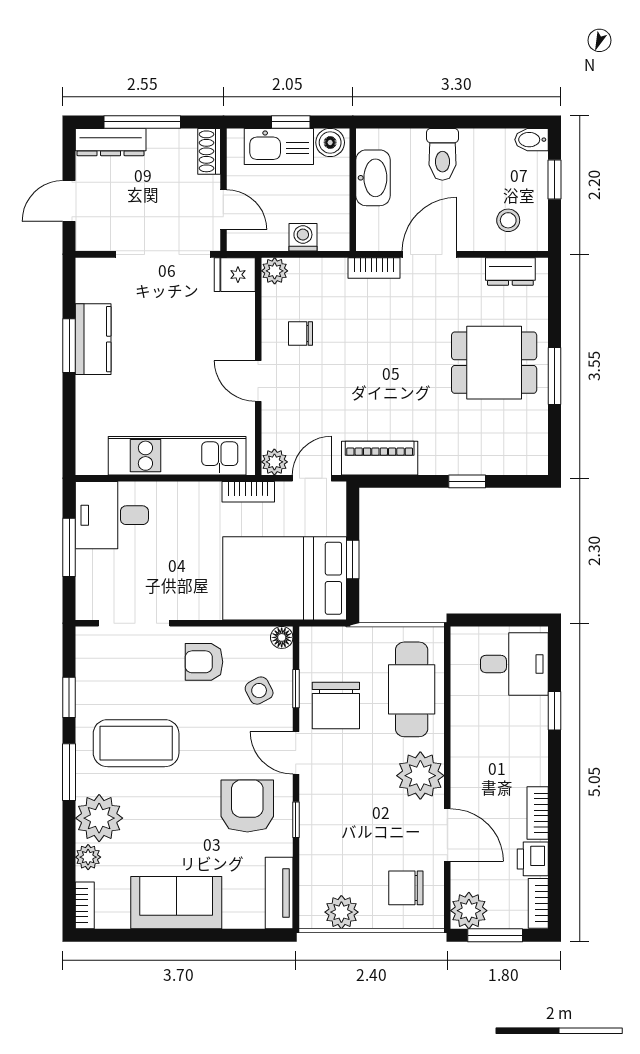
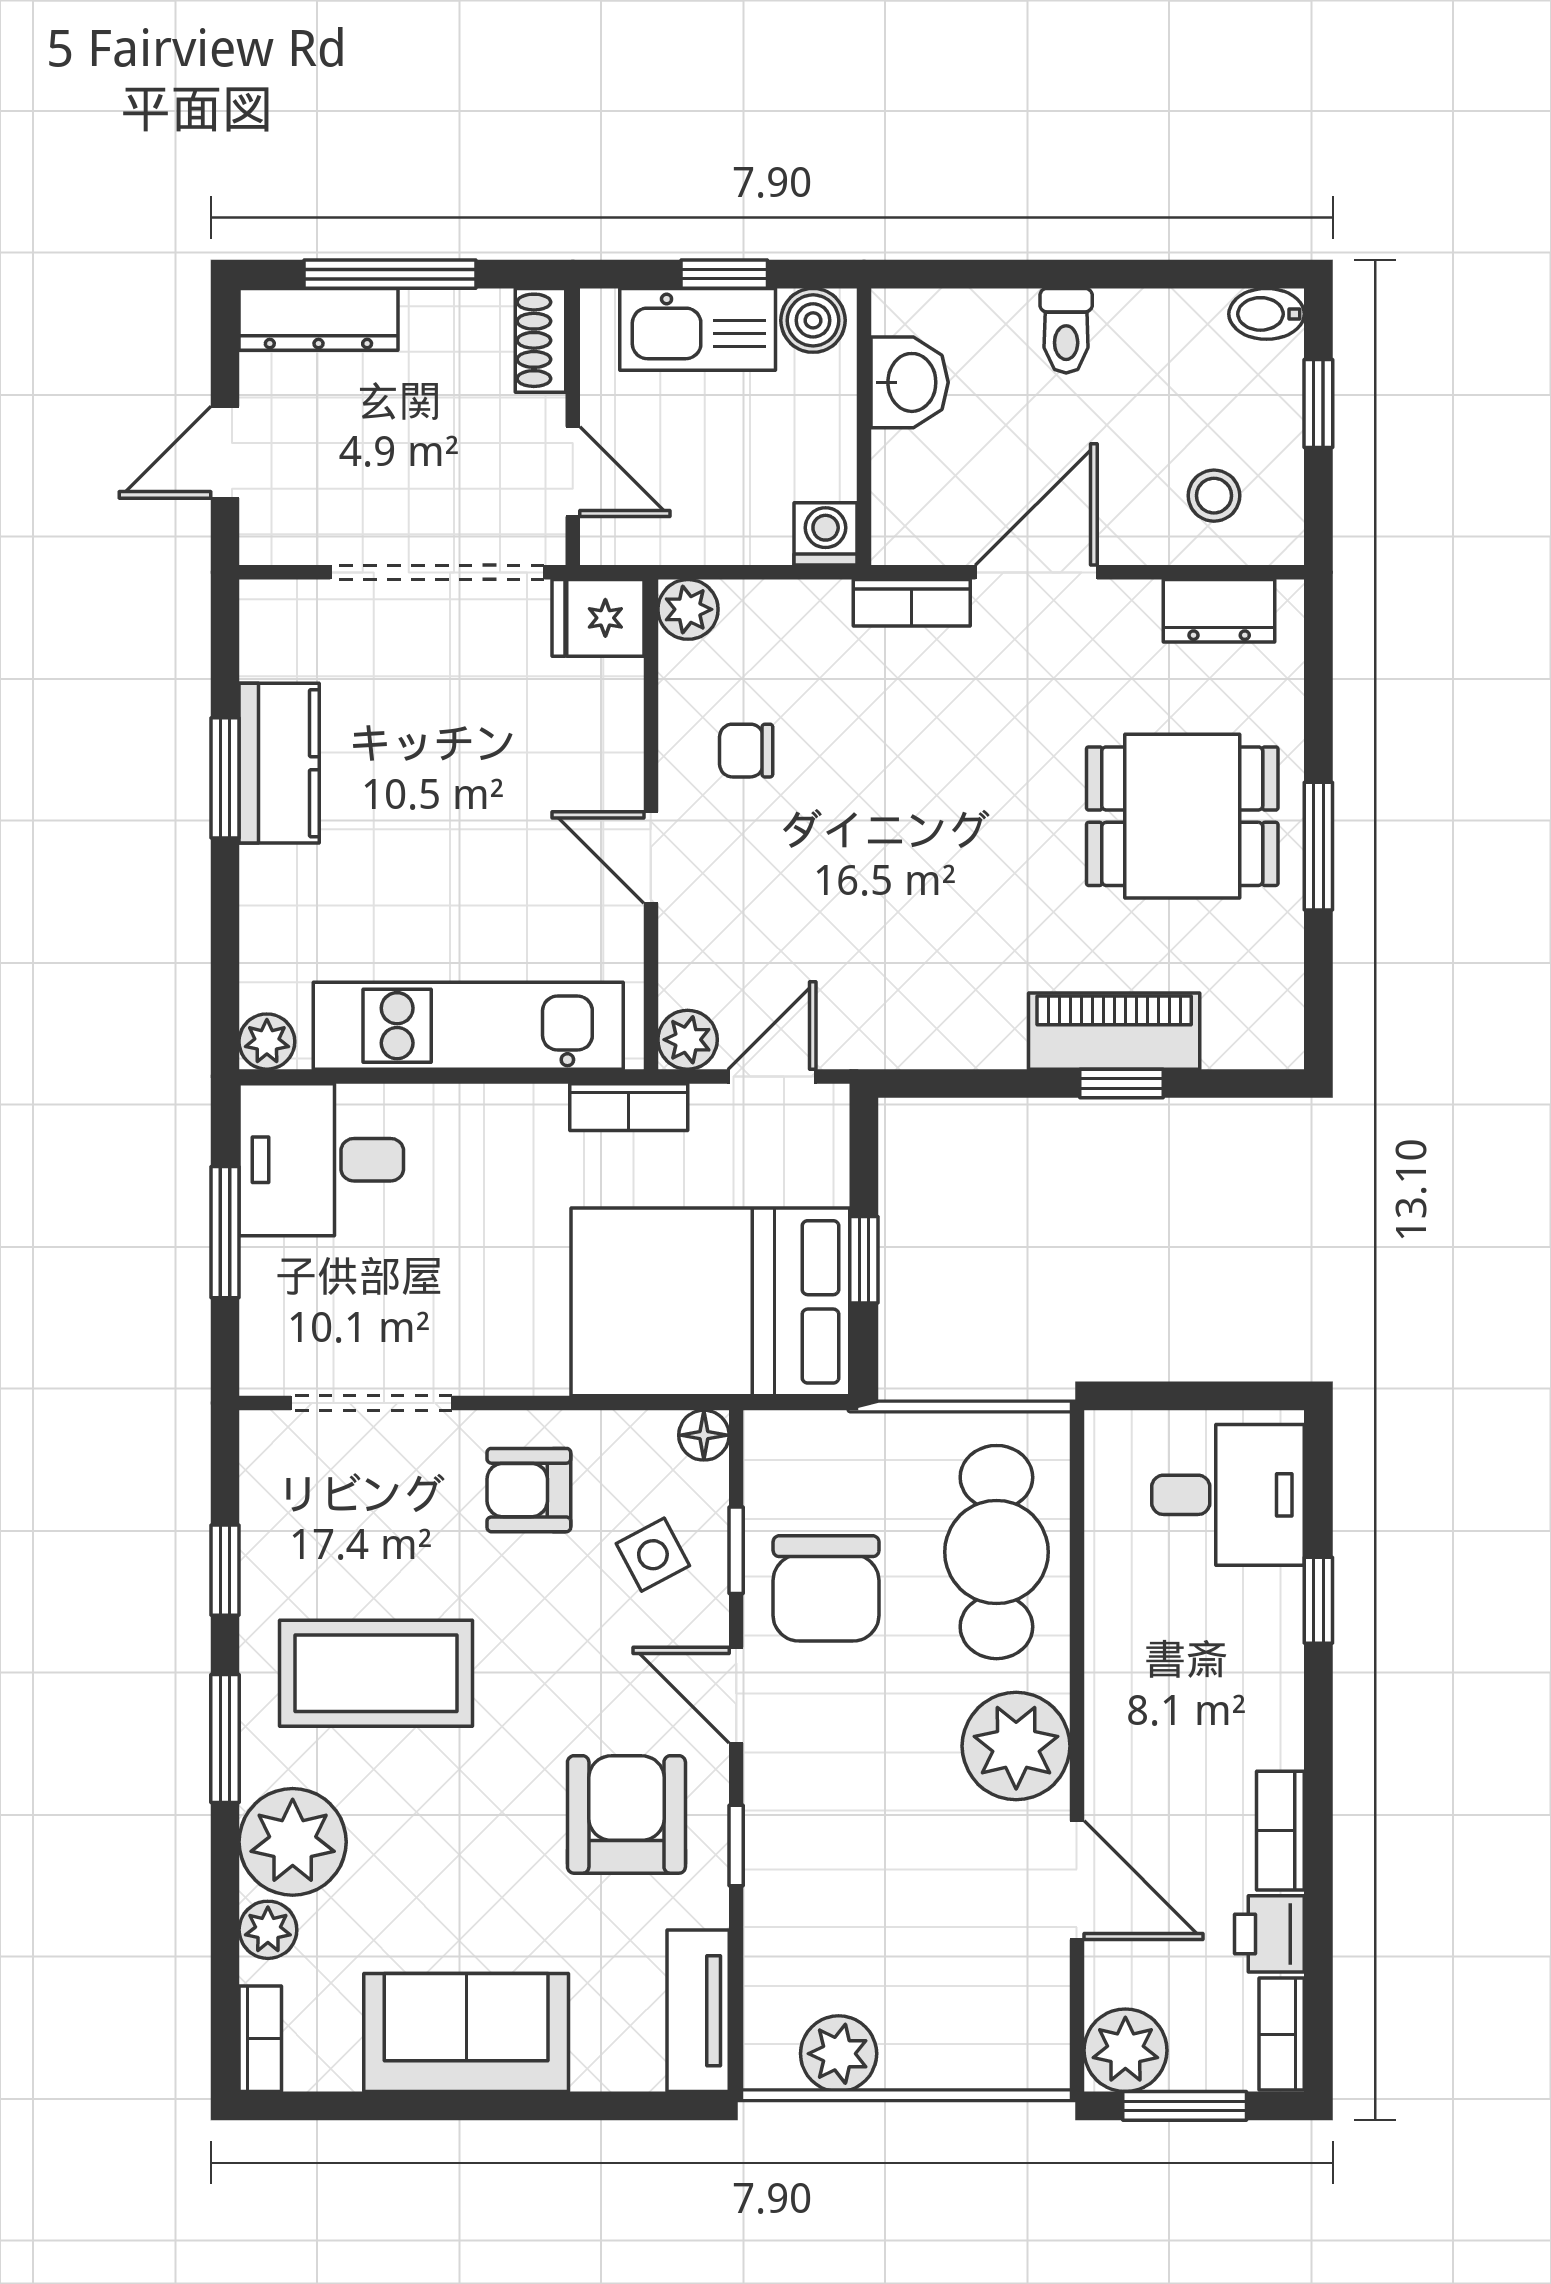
toilet: (442, 154) -> (1066, 331), width x0.73, depth x0.72
washbasin: (373, 178) -> (910, 382), width x0.72
washing machine: (303, 237) -> (826, 534), moved
piano: (380, 458) -> (1114, 1031), moved
plant: (88, 463) -> (267, 1042), added
chair: (406, 888) -> (984, 1999), removed

